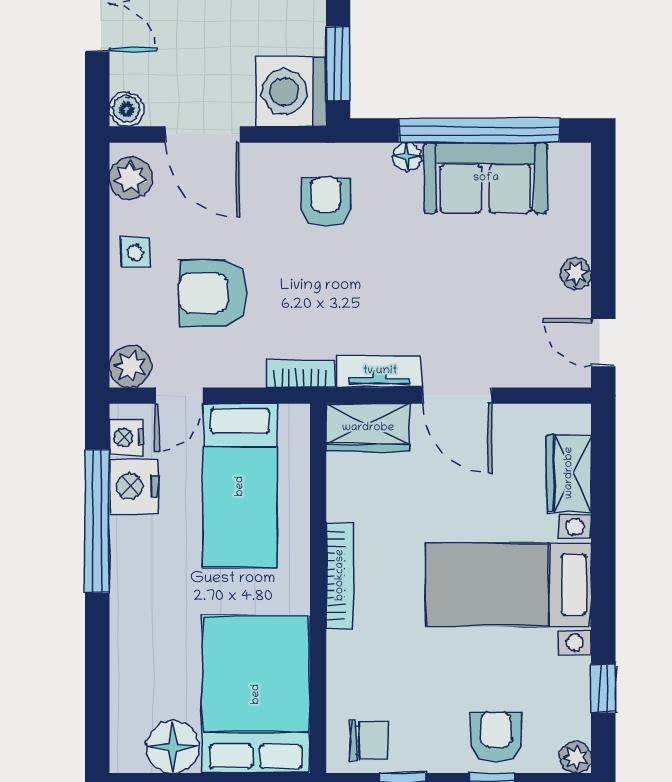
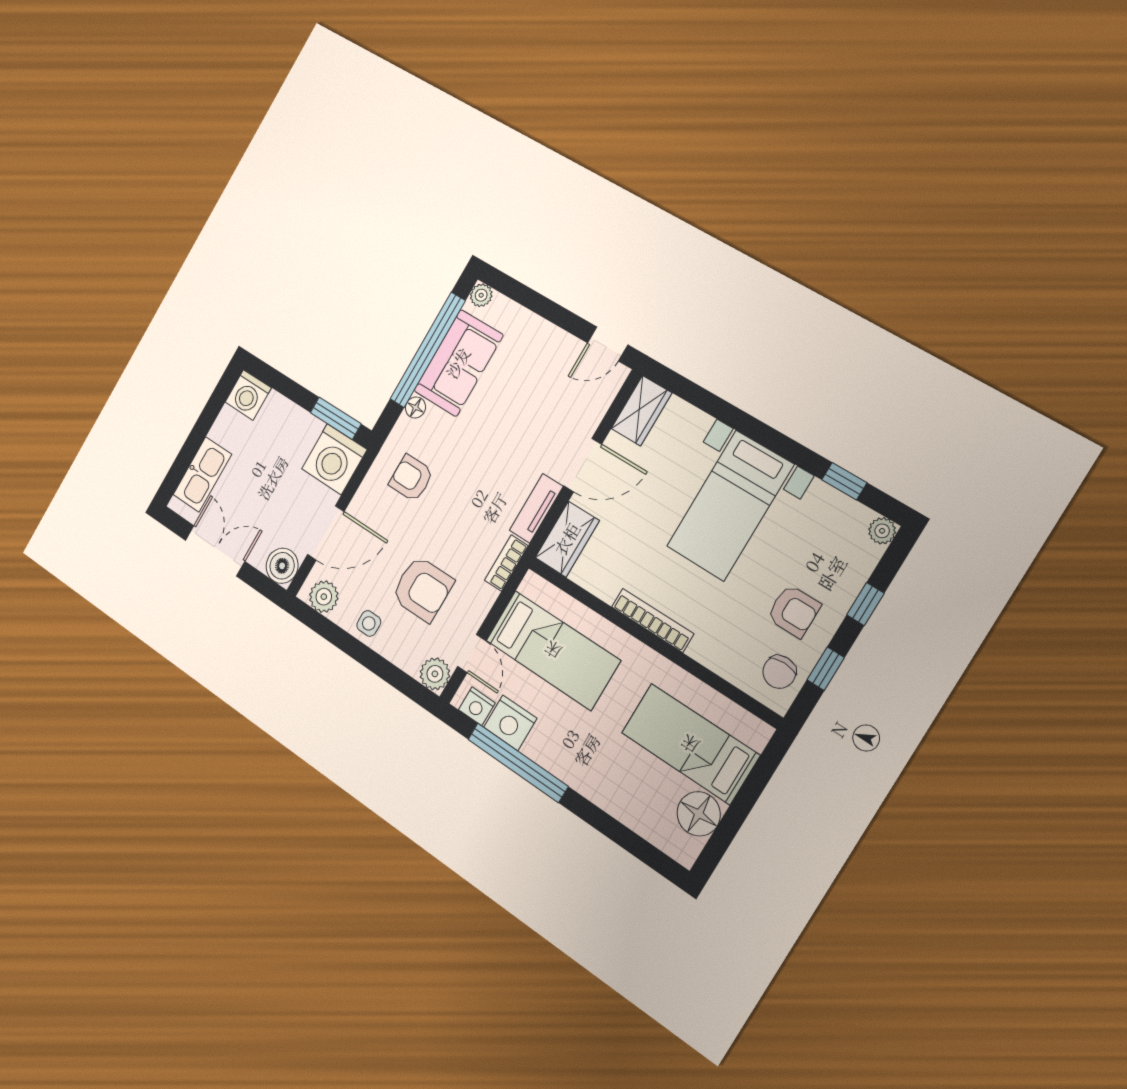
boiler: (127, 109) -> (282, 566), width x1.36, depth x1.36
plant: (576, 274) -> (481, 295), moved
armchair: (213, 293) -> (422, 589), turned -90
wardrobe: (569, 473) -> (641, 411), moved, turned -90
bed: (256, 694) -> (690, 744), width x0.67
armchair: (496, 737) -> (794, 611), moved, turned 180
chair: (370, 741) -> (779, 672), turned 180

